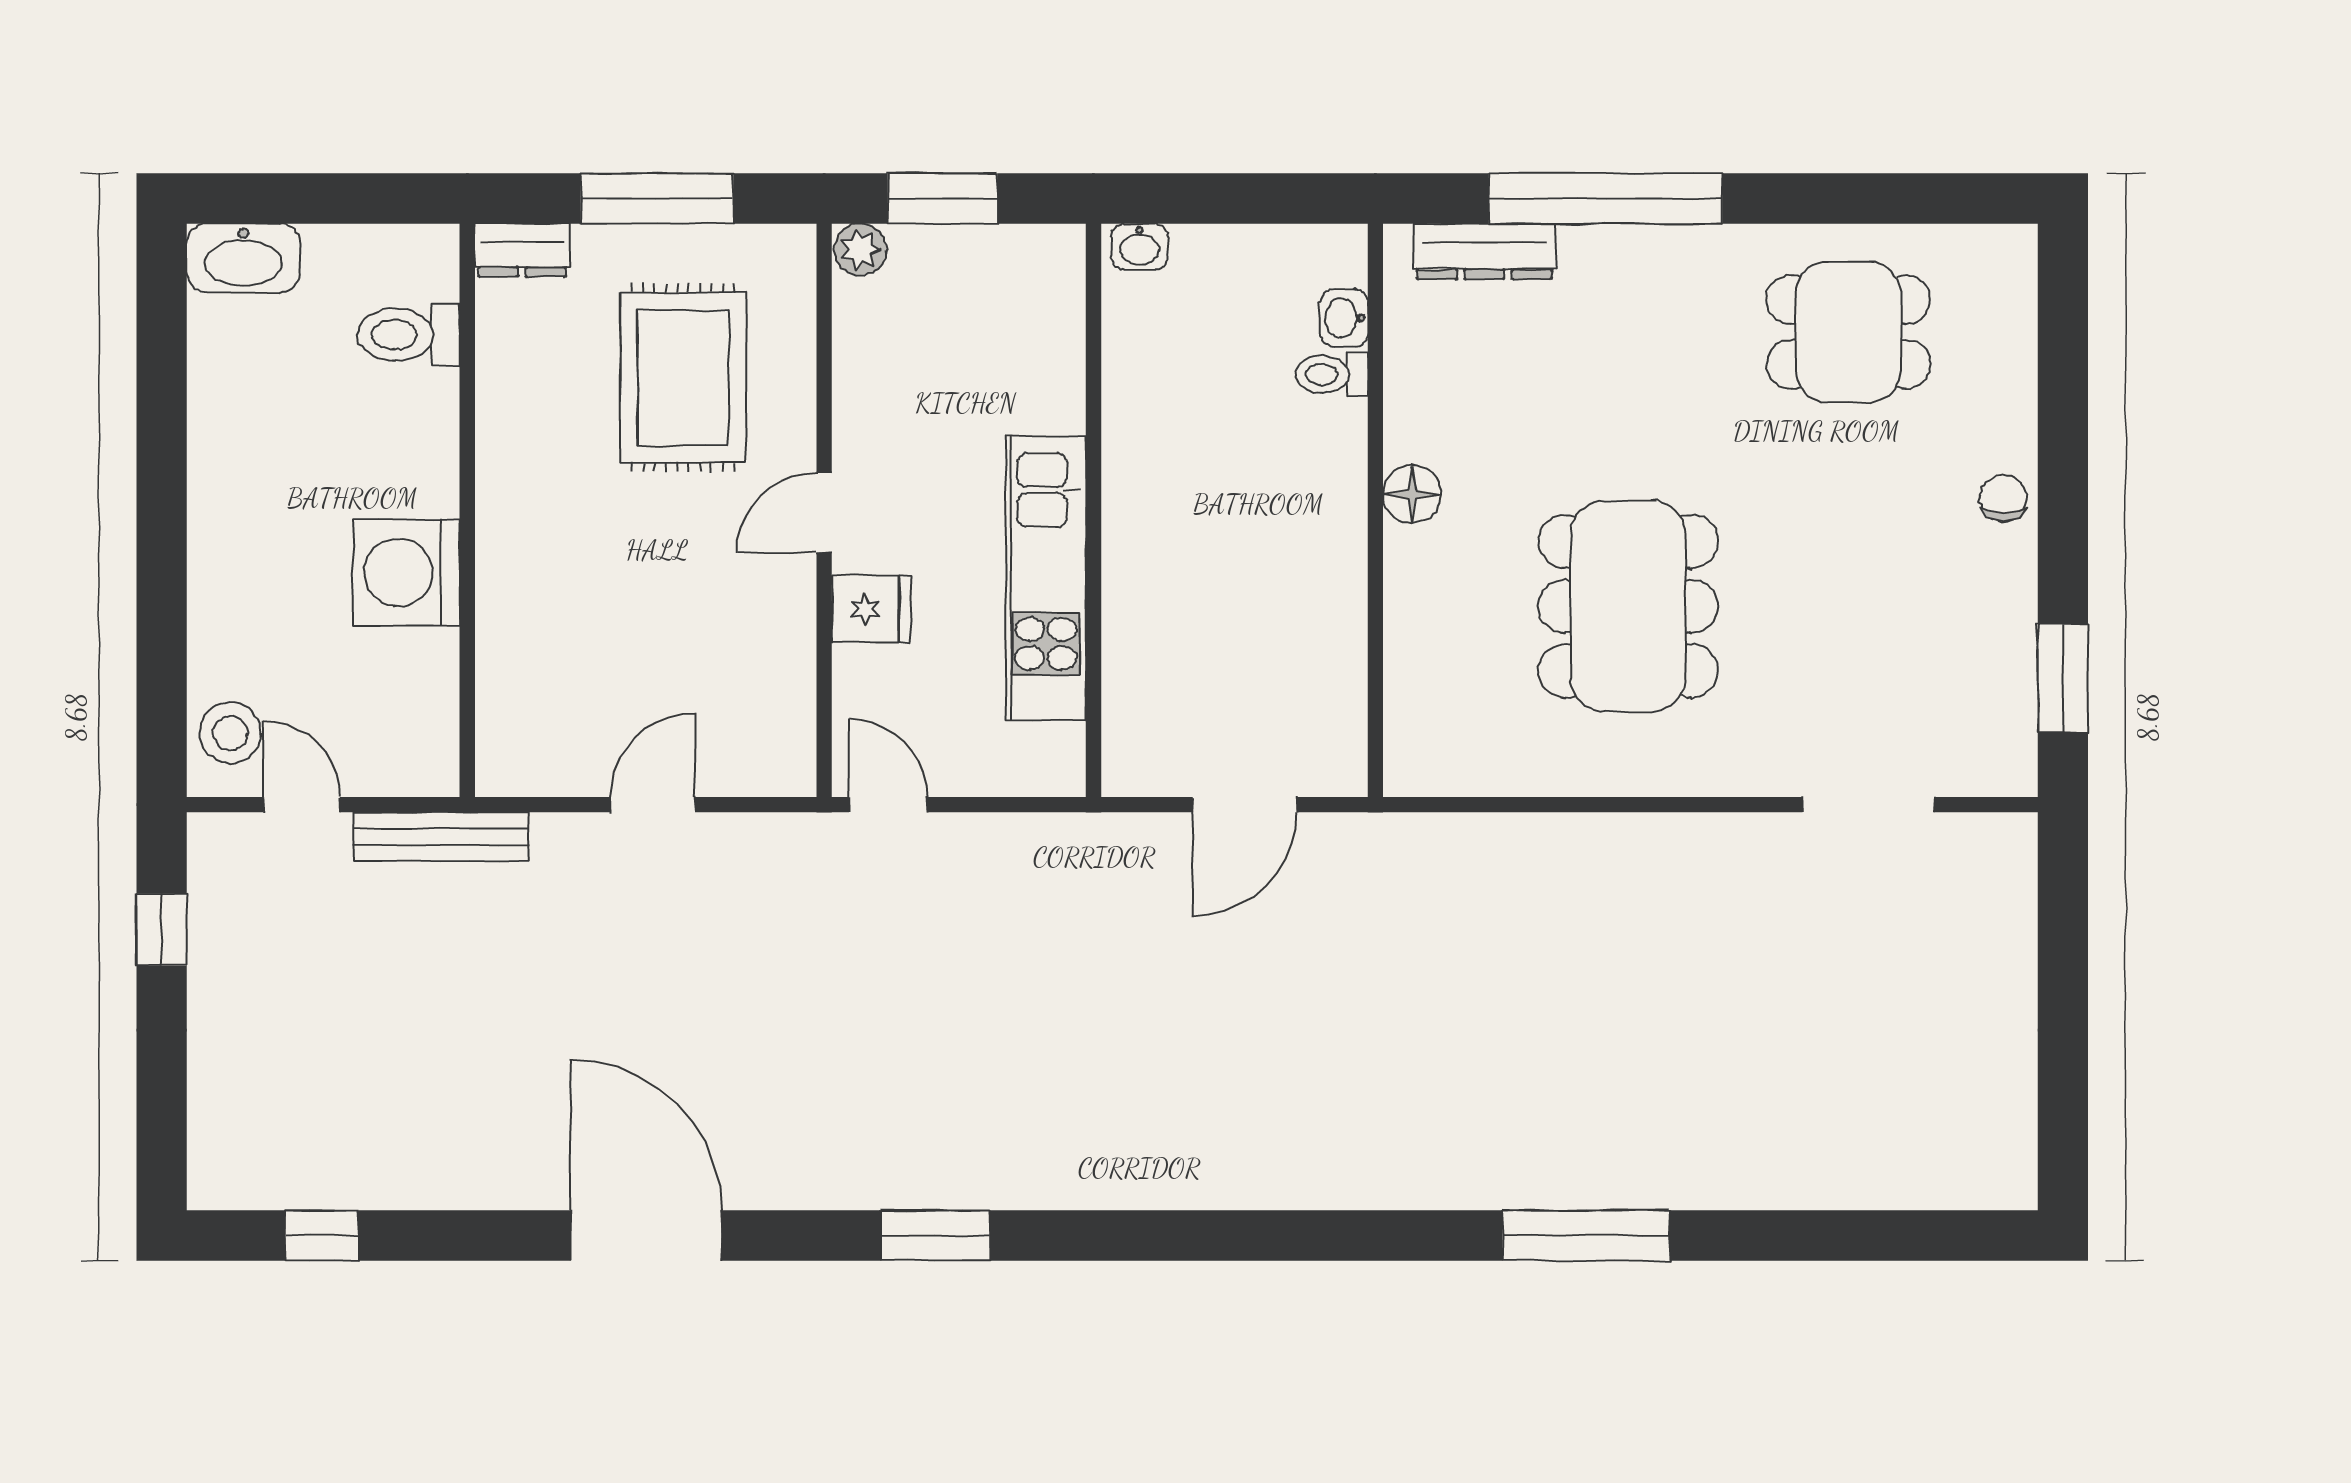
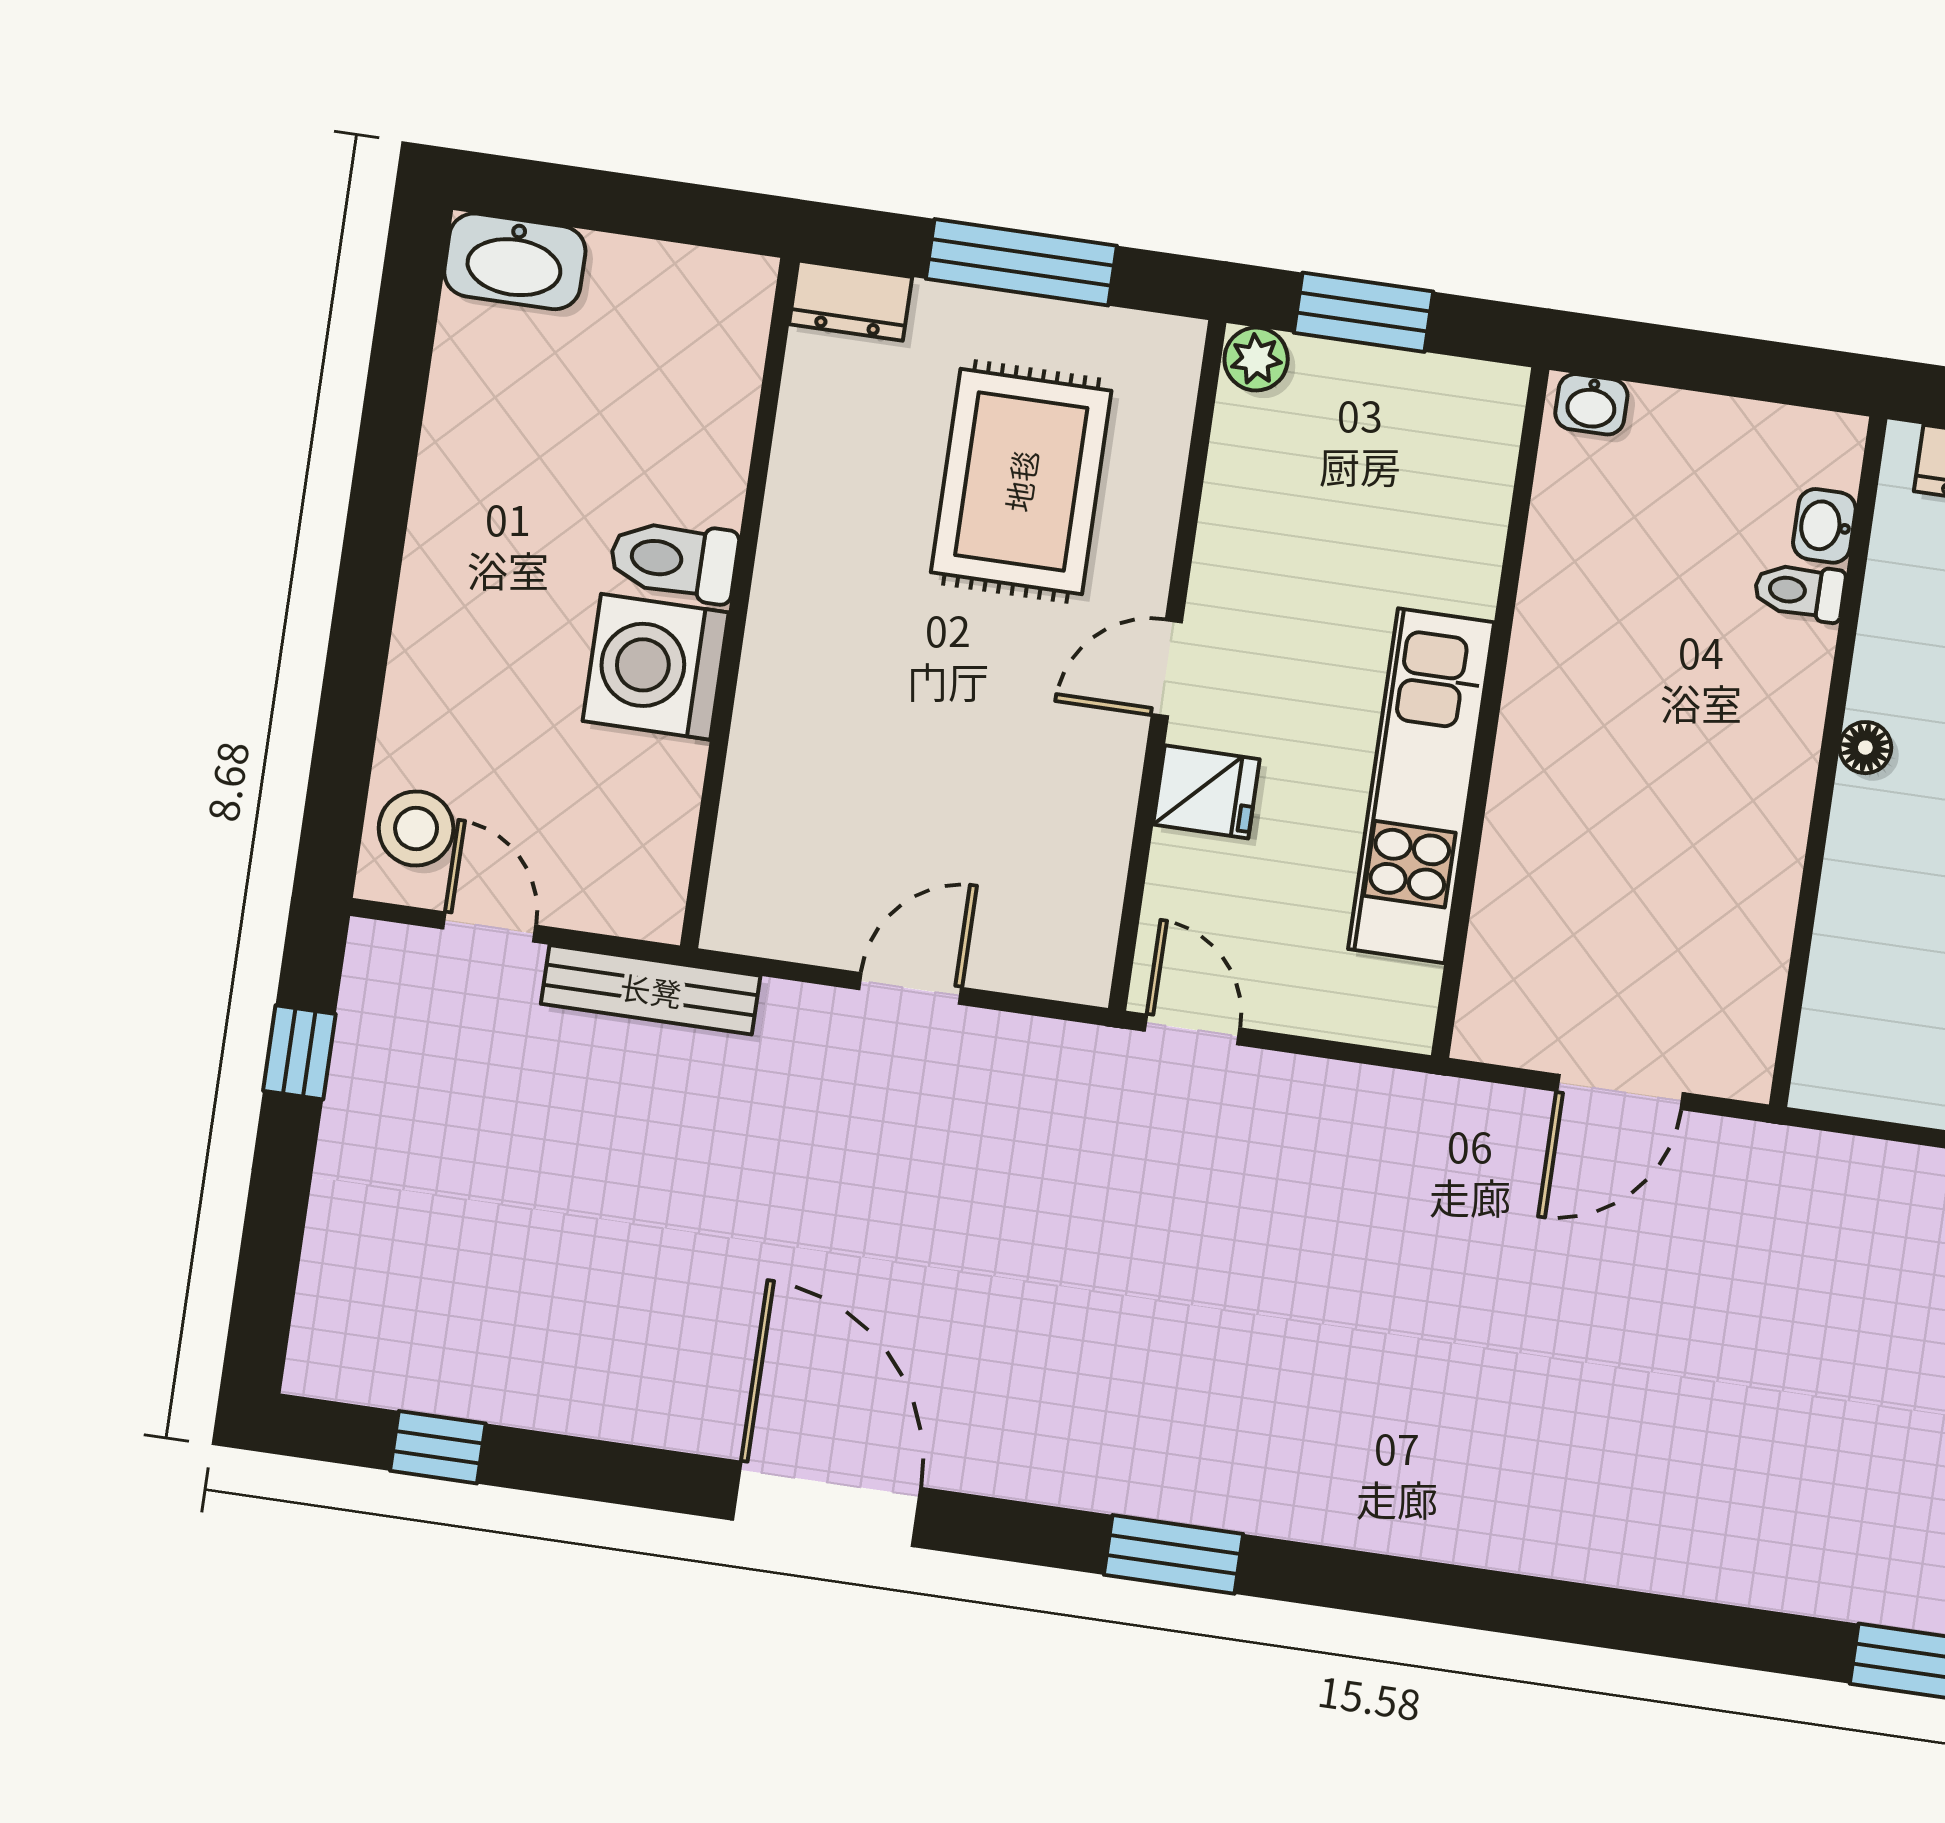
toilet: (409, 335) -> (674, 560), moved
floor lamp: (1412, 494) -> (1865, 748), width x0.73, depth x0.73

